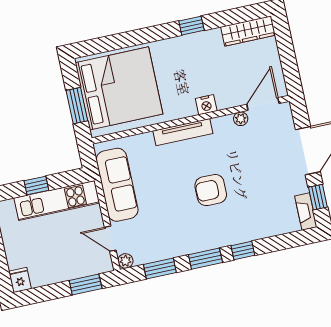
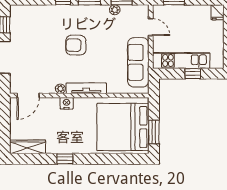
window: (77, 106) -> (154, 132), moved
plant: (241, 119) -> (60, 89), moved
armchair: (211, 190) -> (76, 45), turned 180
fireplace: (306, 211) -> (15, 17), removed
plant: (125, 261) -> (115, 10), moved

